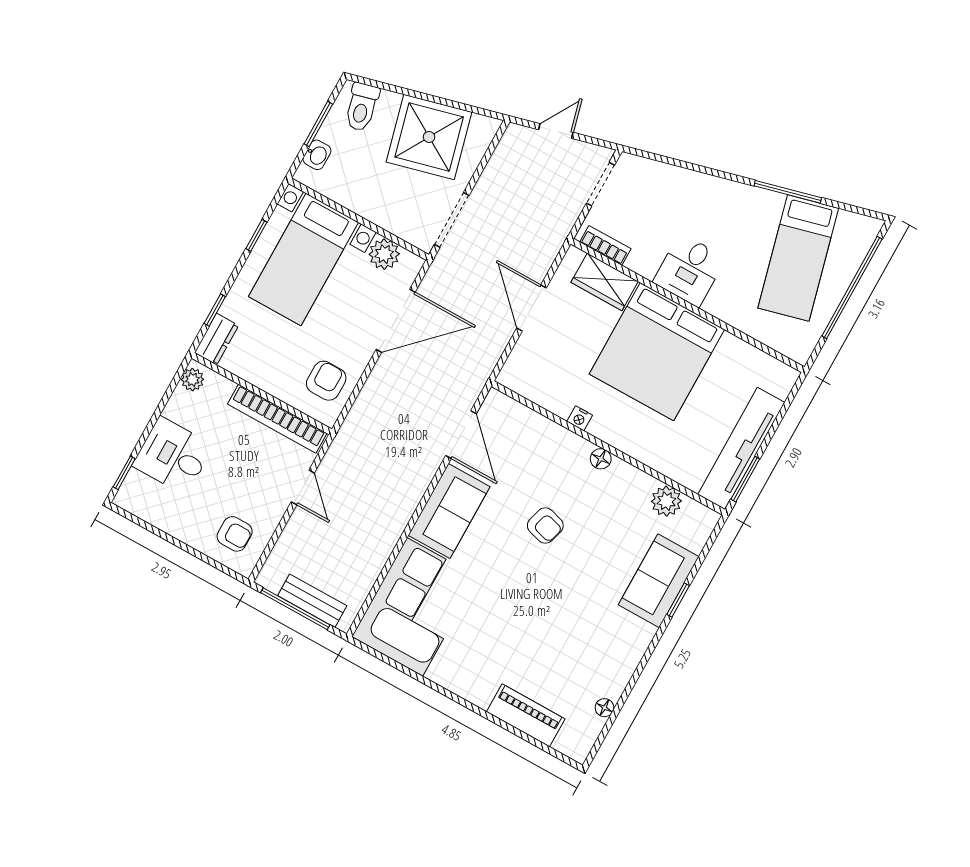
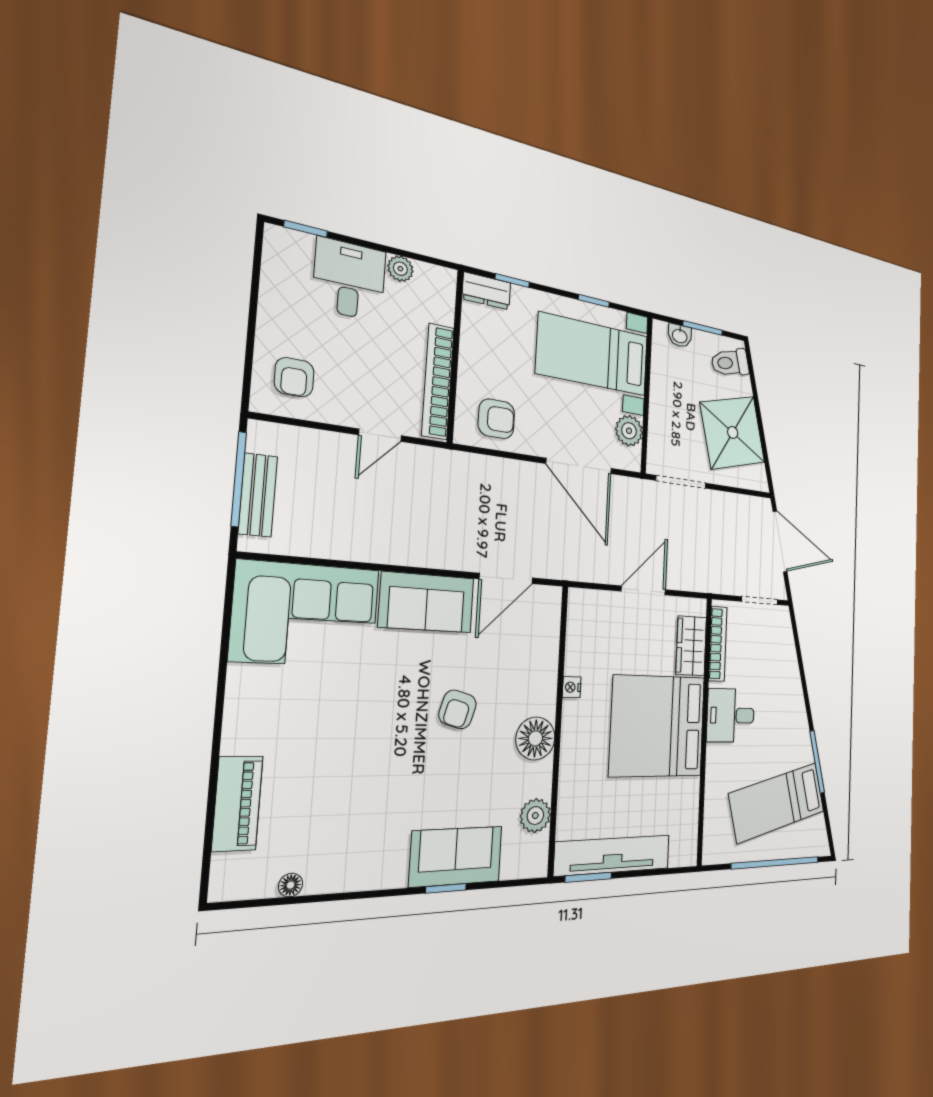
door: (556, 131) -> (780, 541), width x1.87
bookcase: (605, 245) -> (718, 644), width x1.56
plant: (192, 380) -> (400, 269), moved
floor lamp: (601, 459) -> (535, 738), width x1.89, depth x1.89

